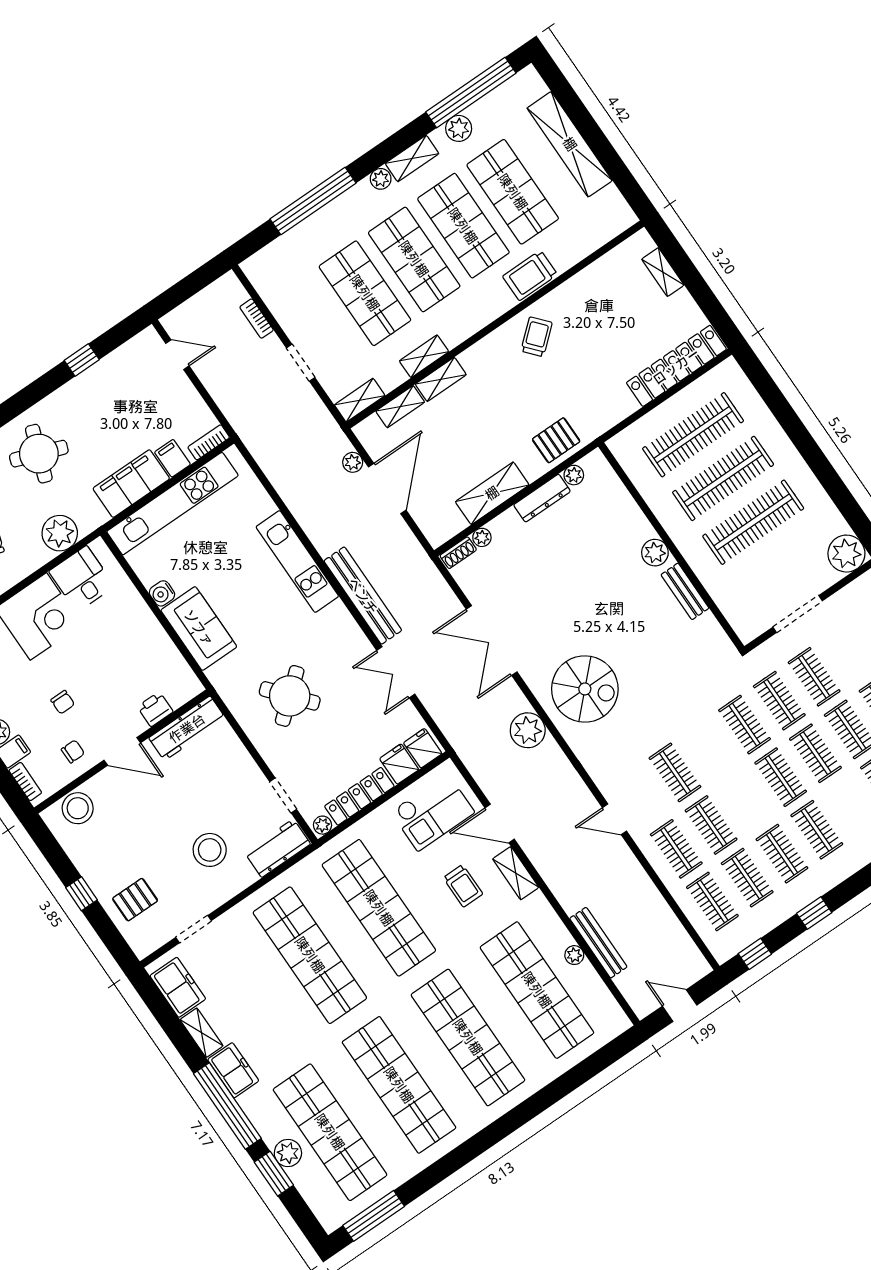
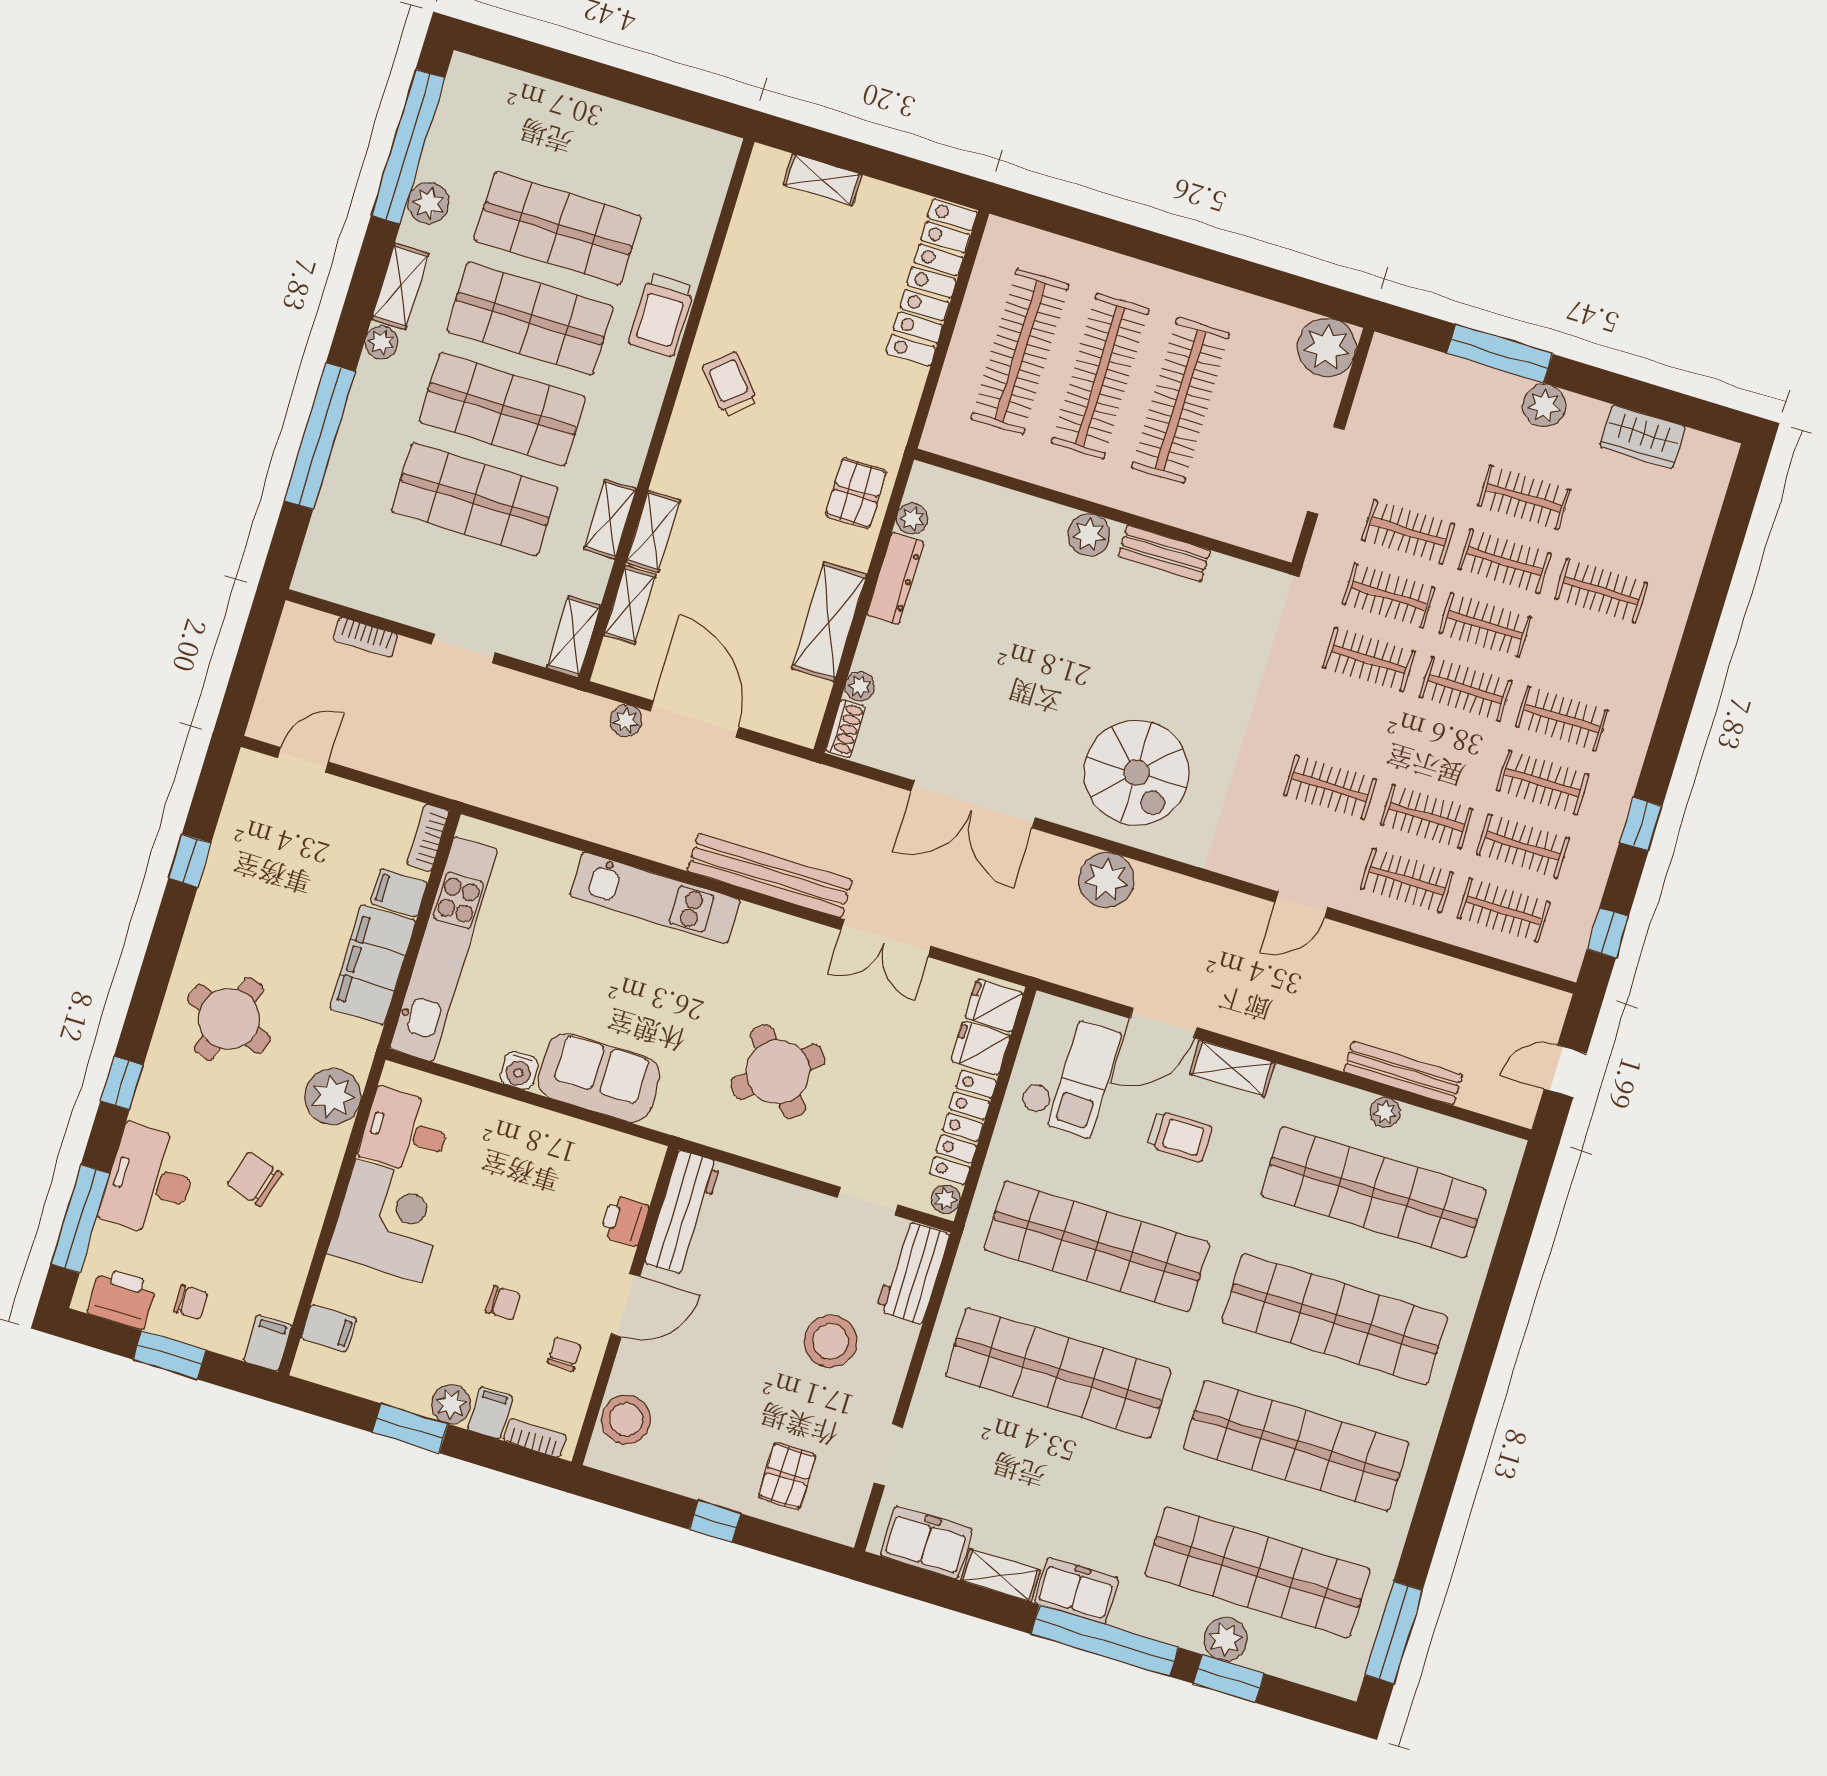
shelving: (570, 144) -> (581, 113), removed
spiral stairs: (585, 689) -> (1136, 773), turned 90

